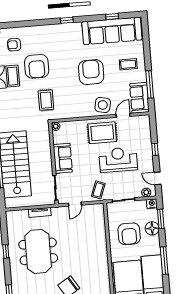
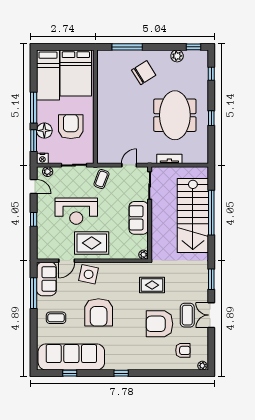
armchair: (37, 66) -> (159, 324), turned -90
rug: (46, 100) -> (152, 285), turned 90
window: (164, 261) -> (34, 108), moved

